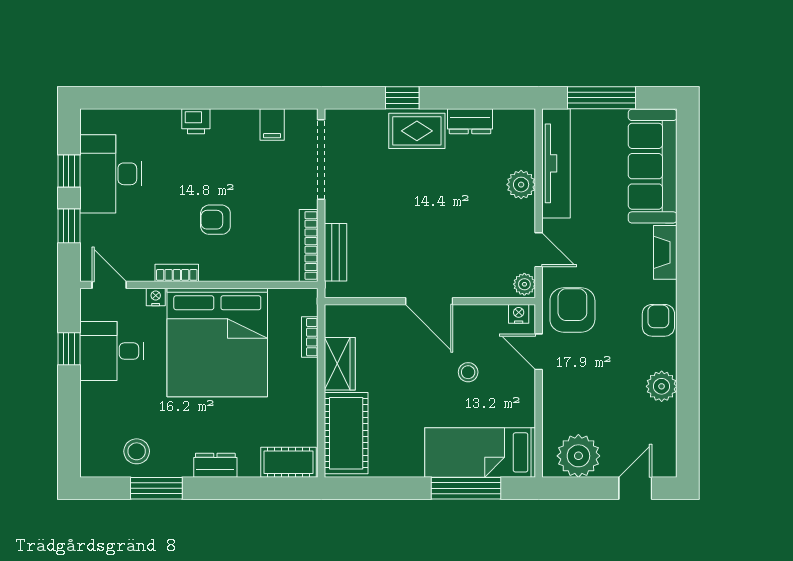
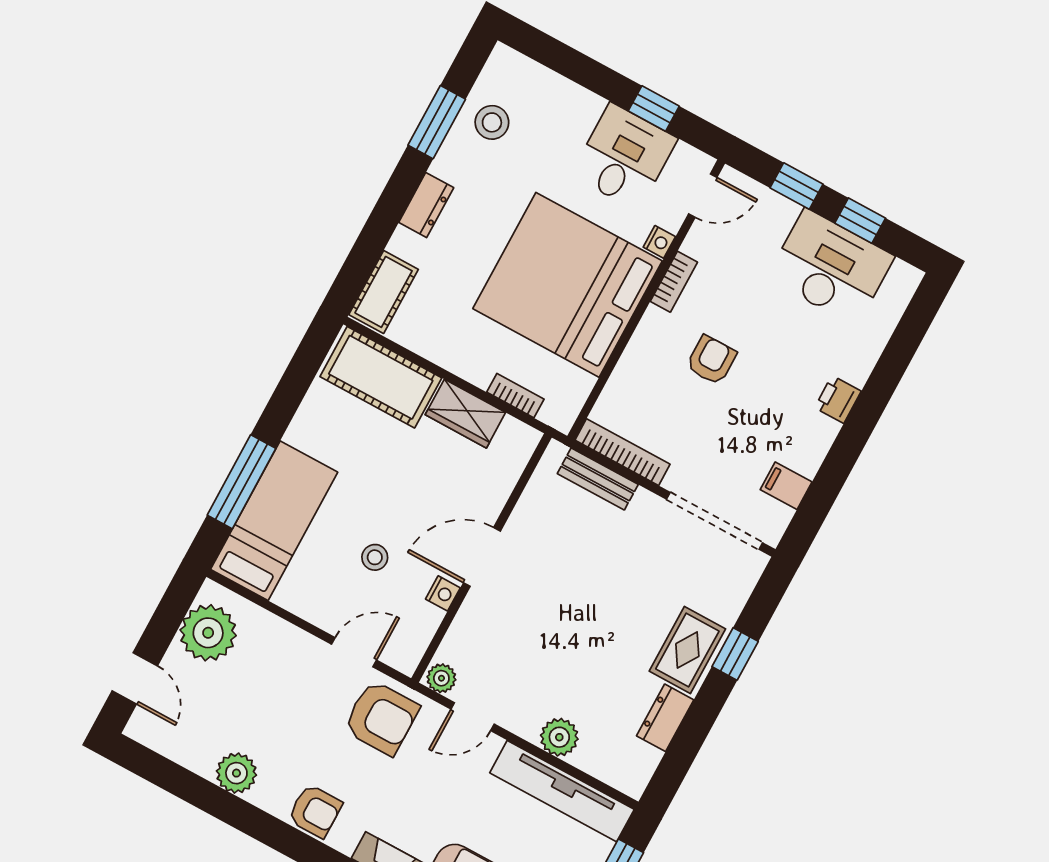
nightstand: (519, 314) -> (443, 593), moved

